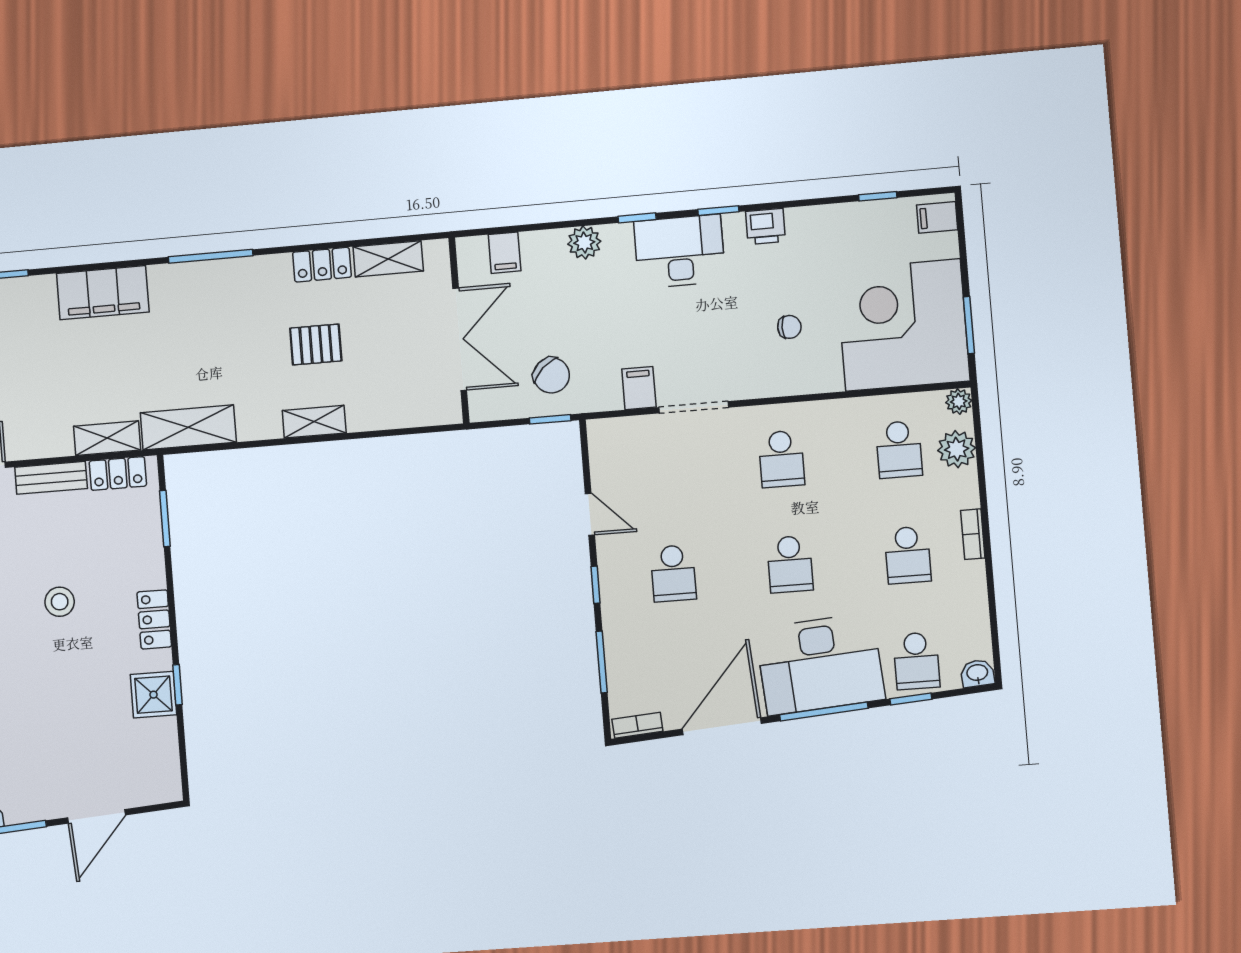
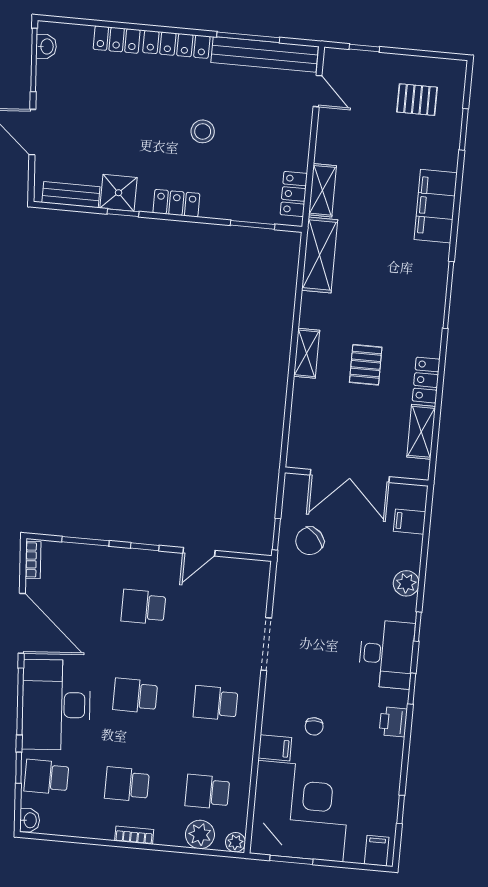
filing cabinet: (639, 388) -> (275, 748), moved
bench: (51, 478) -> (71, 195), moved, turned 90

